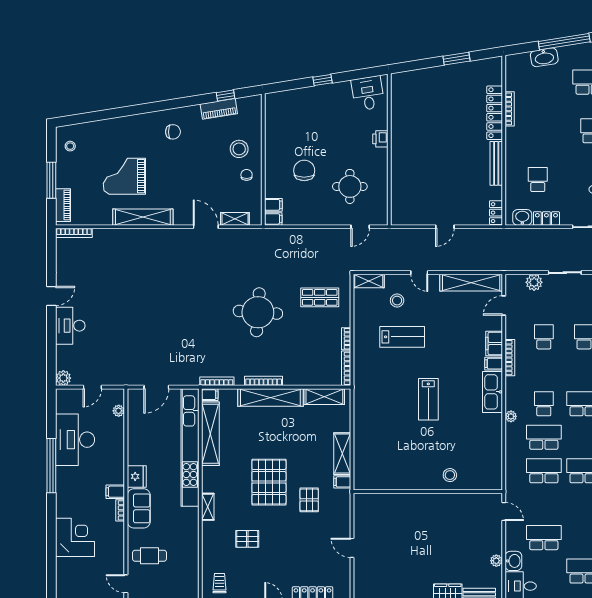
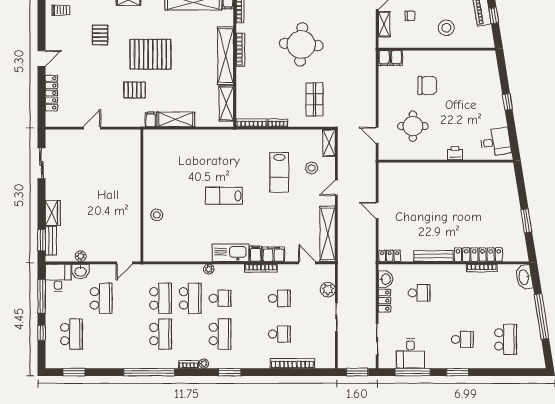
washbasin: (544, 57) -> (524, 277), moved
chair: (247, 175) -> (410, 16), moved

